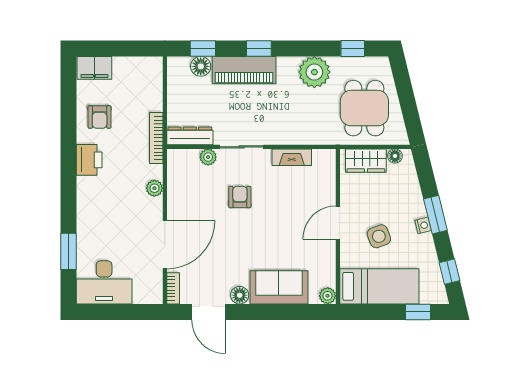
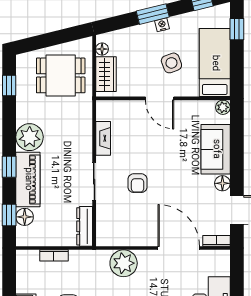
plant: (314, 72) -> (30, 137), moved
bookcase: (156, 138) -> (54, 255), moved, width x0.64
plant: (208, 157) -> (103, 211), removed
plant: (154, 188) -> (124, 263), width x1.87, depth x1.87
armchair: (240, 197) -> (138, 183), turned -90

